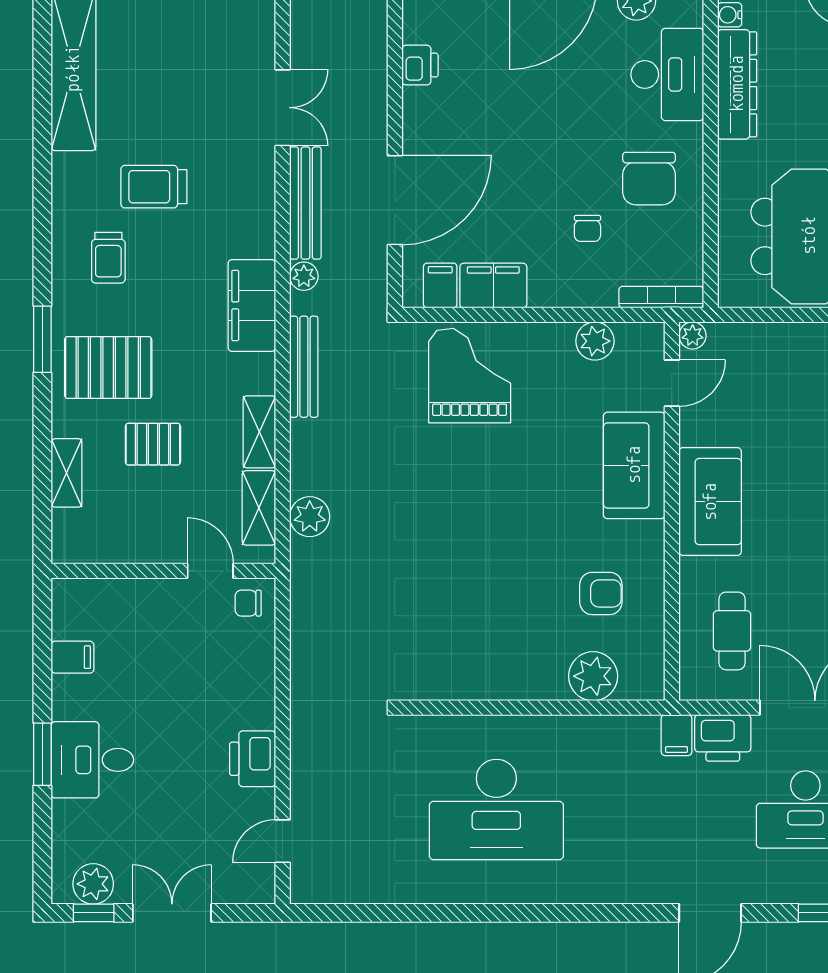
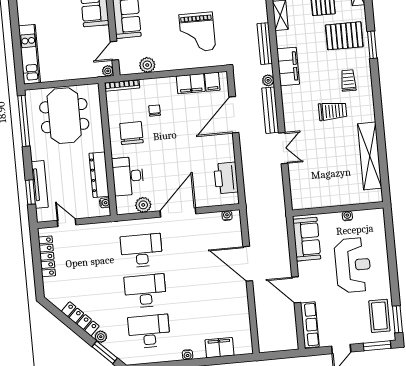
printer: (420, 65) -> (226, 178), width x1.87, depth x1.48
double door: (283, 108) -> (283, 148), swing flipped
grand piano: (470, 376) -> (197, 32), moved

